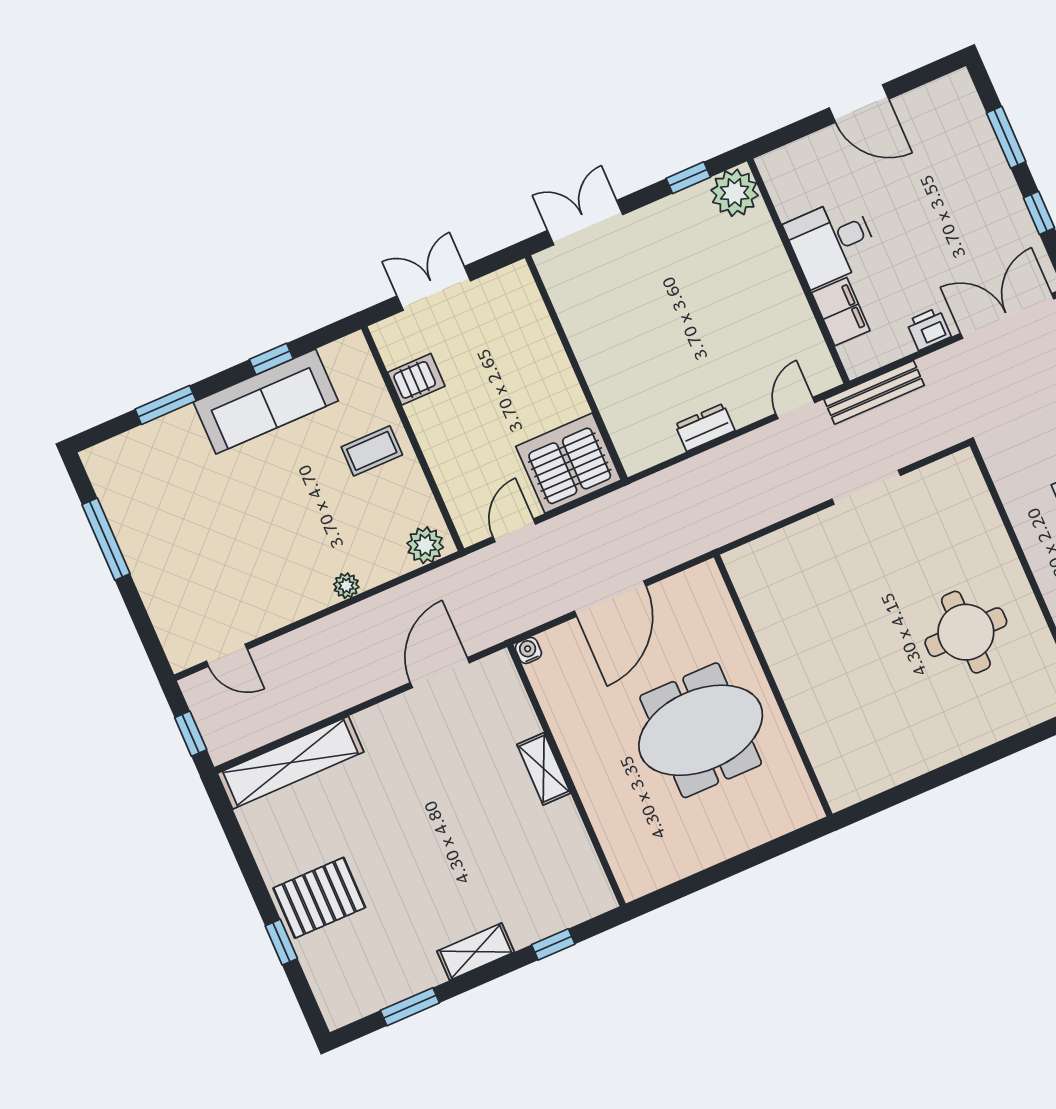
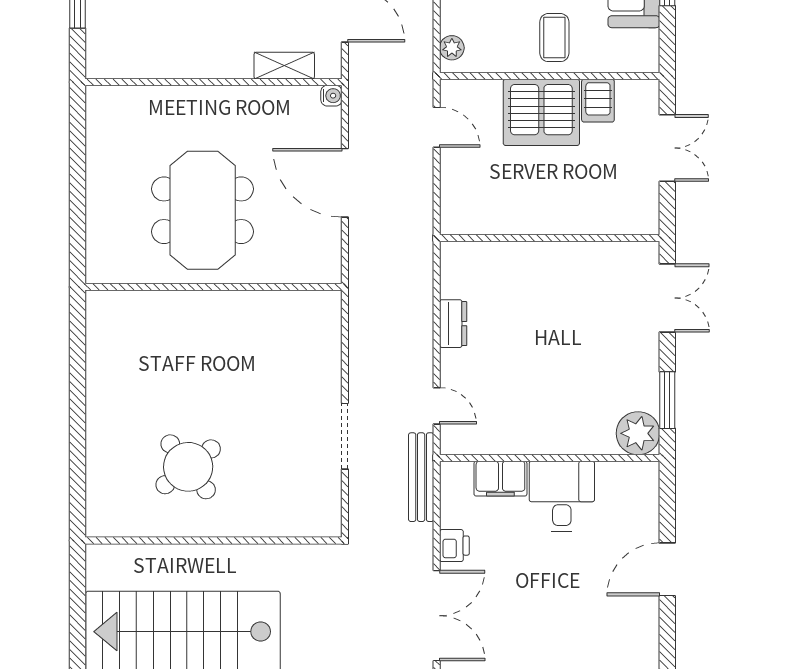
window: (688, 178) -> (667, 400), width x1.50
server rack: (569, 463) -> (541, 112), moved, turned 90
plant: (425, 545) -> (452, 48), width x0.73, depth x0.73
round table: (966, 632) -> (188, 467), turned -38
shelving: (544, 769) -> (284, 66), moved

